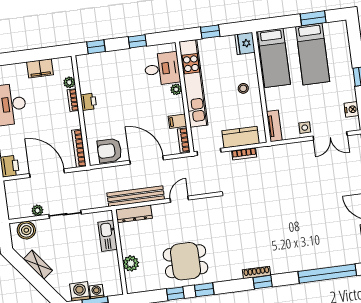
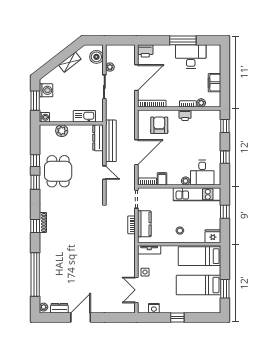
kitchen unit: (193, 83) -> (197, 194), width x0.73
armchair: (110, 151) -> (159, 125), moved
washing machine: (97, 292) -> (44, 117), moved

